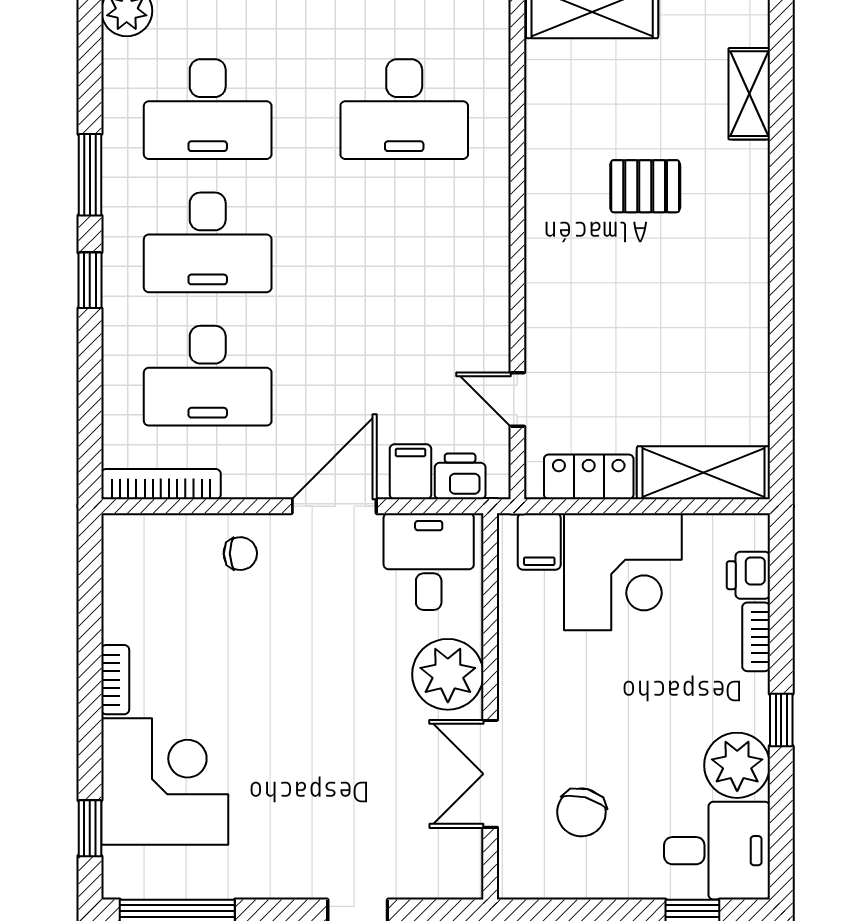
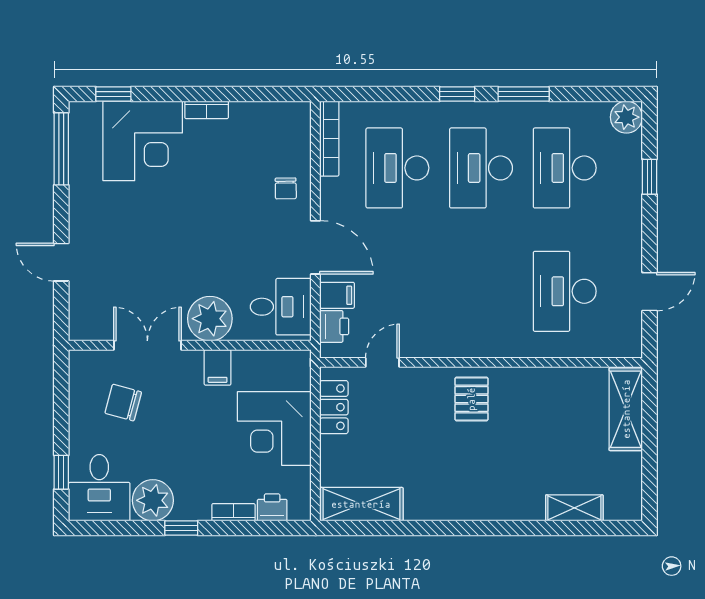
pallet: (645, 186) -> (471, 399), moved
shelving: (703, 473) -> (361, 504), moved, turned 90
filing cabinet: (539, 541) -> (218, 367), moved, turned -90

